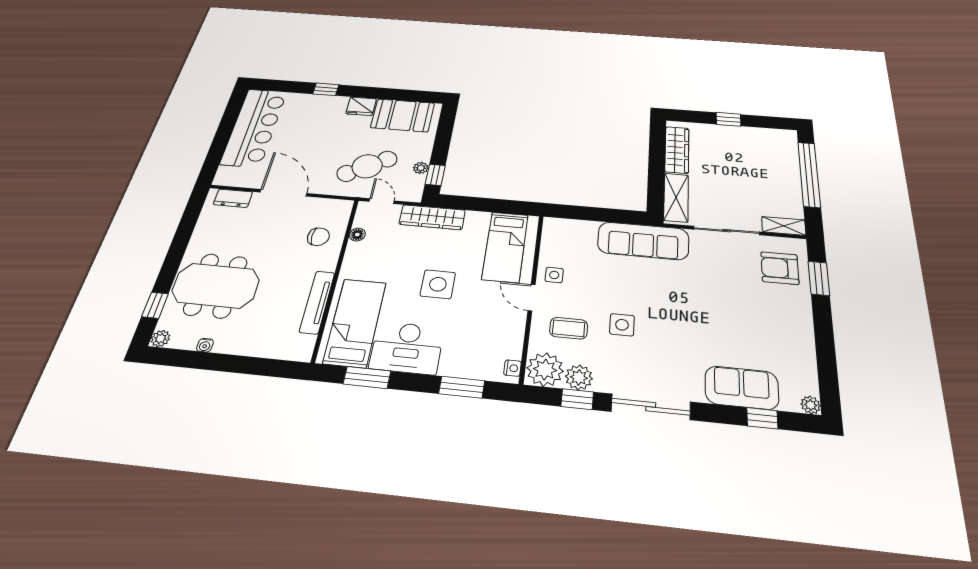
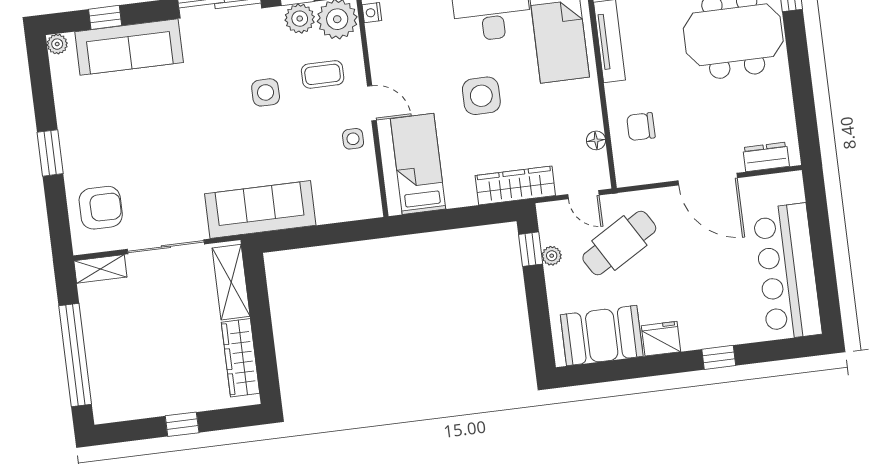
window: (819, 278) -> (50, 153), moved
sofa: (742, 388) -> (129, 47), width x1.36

